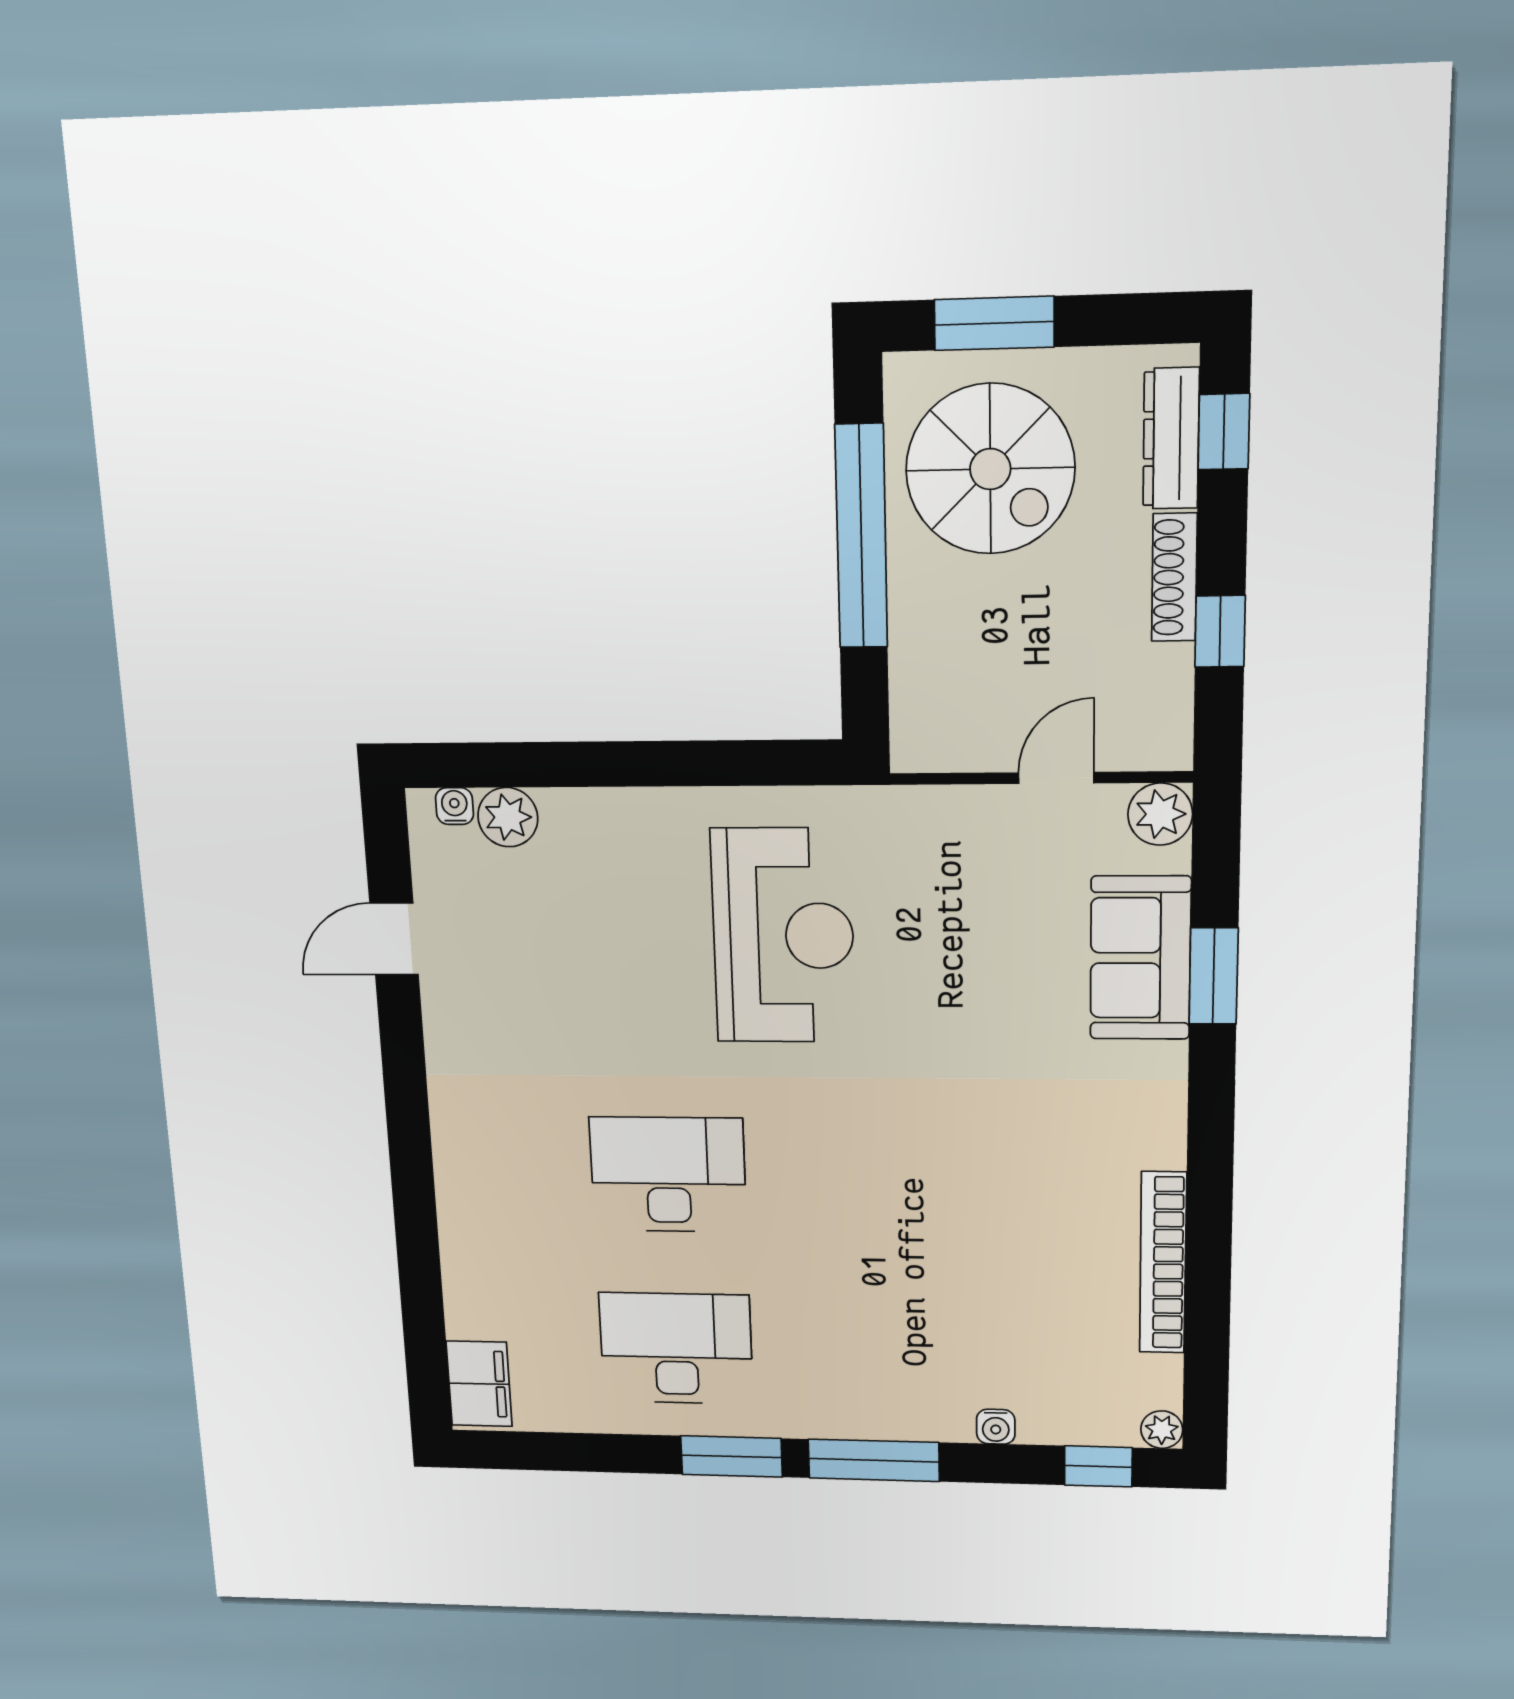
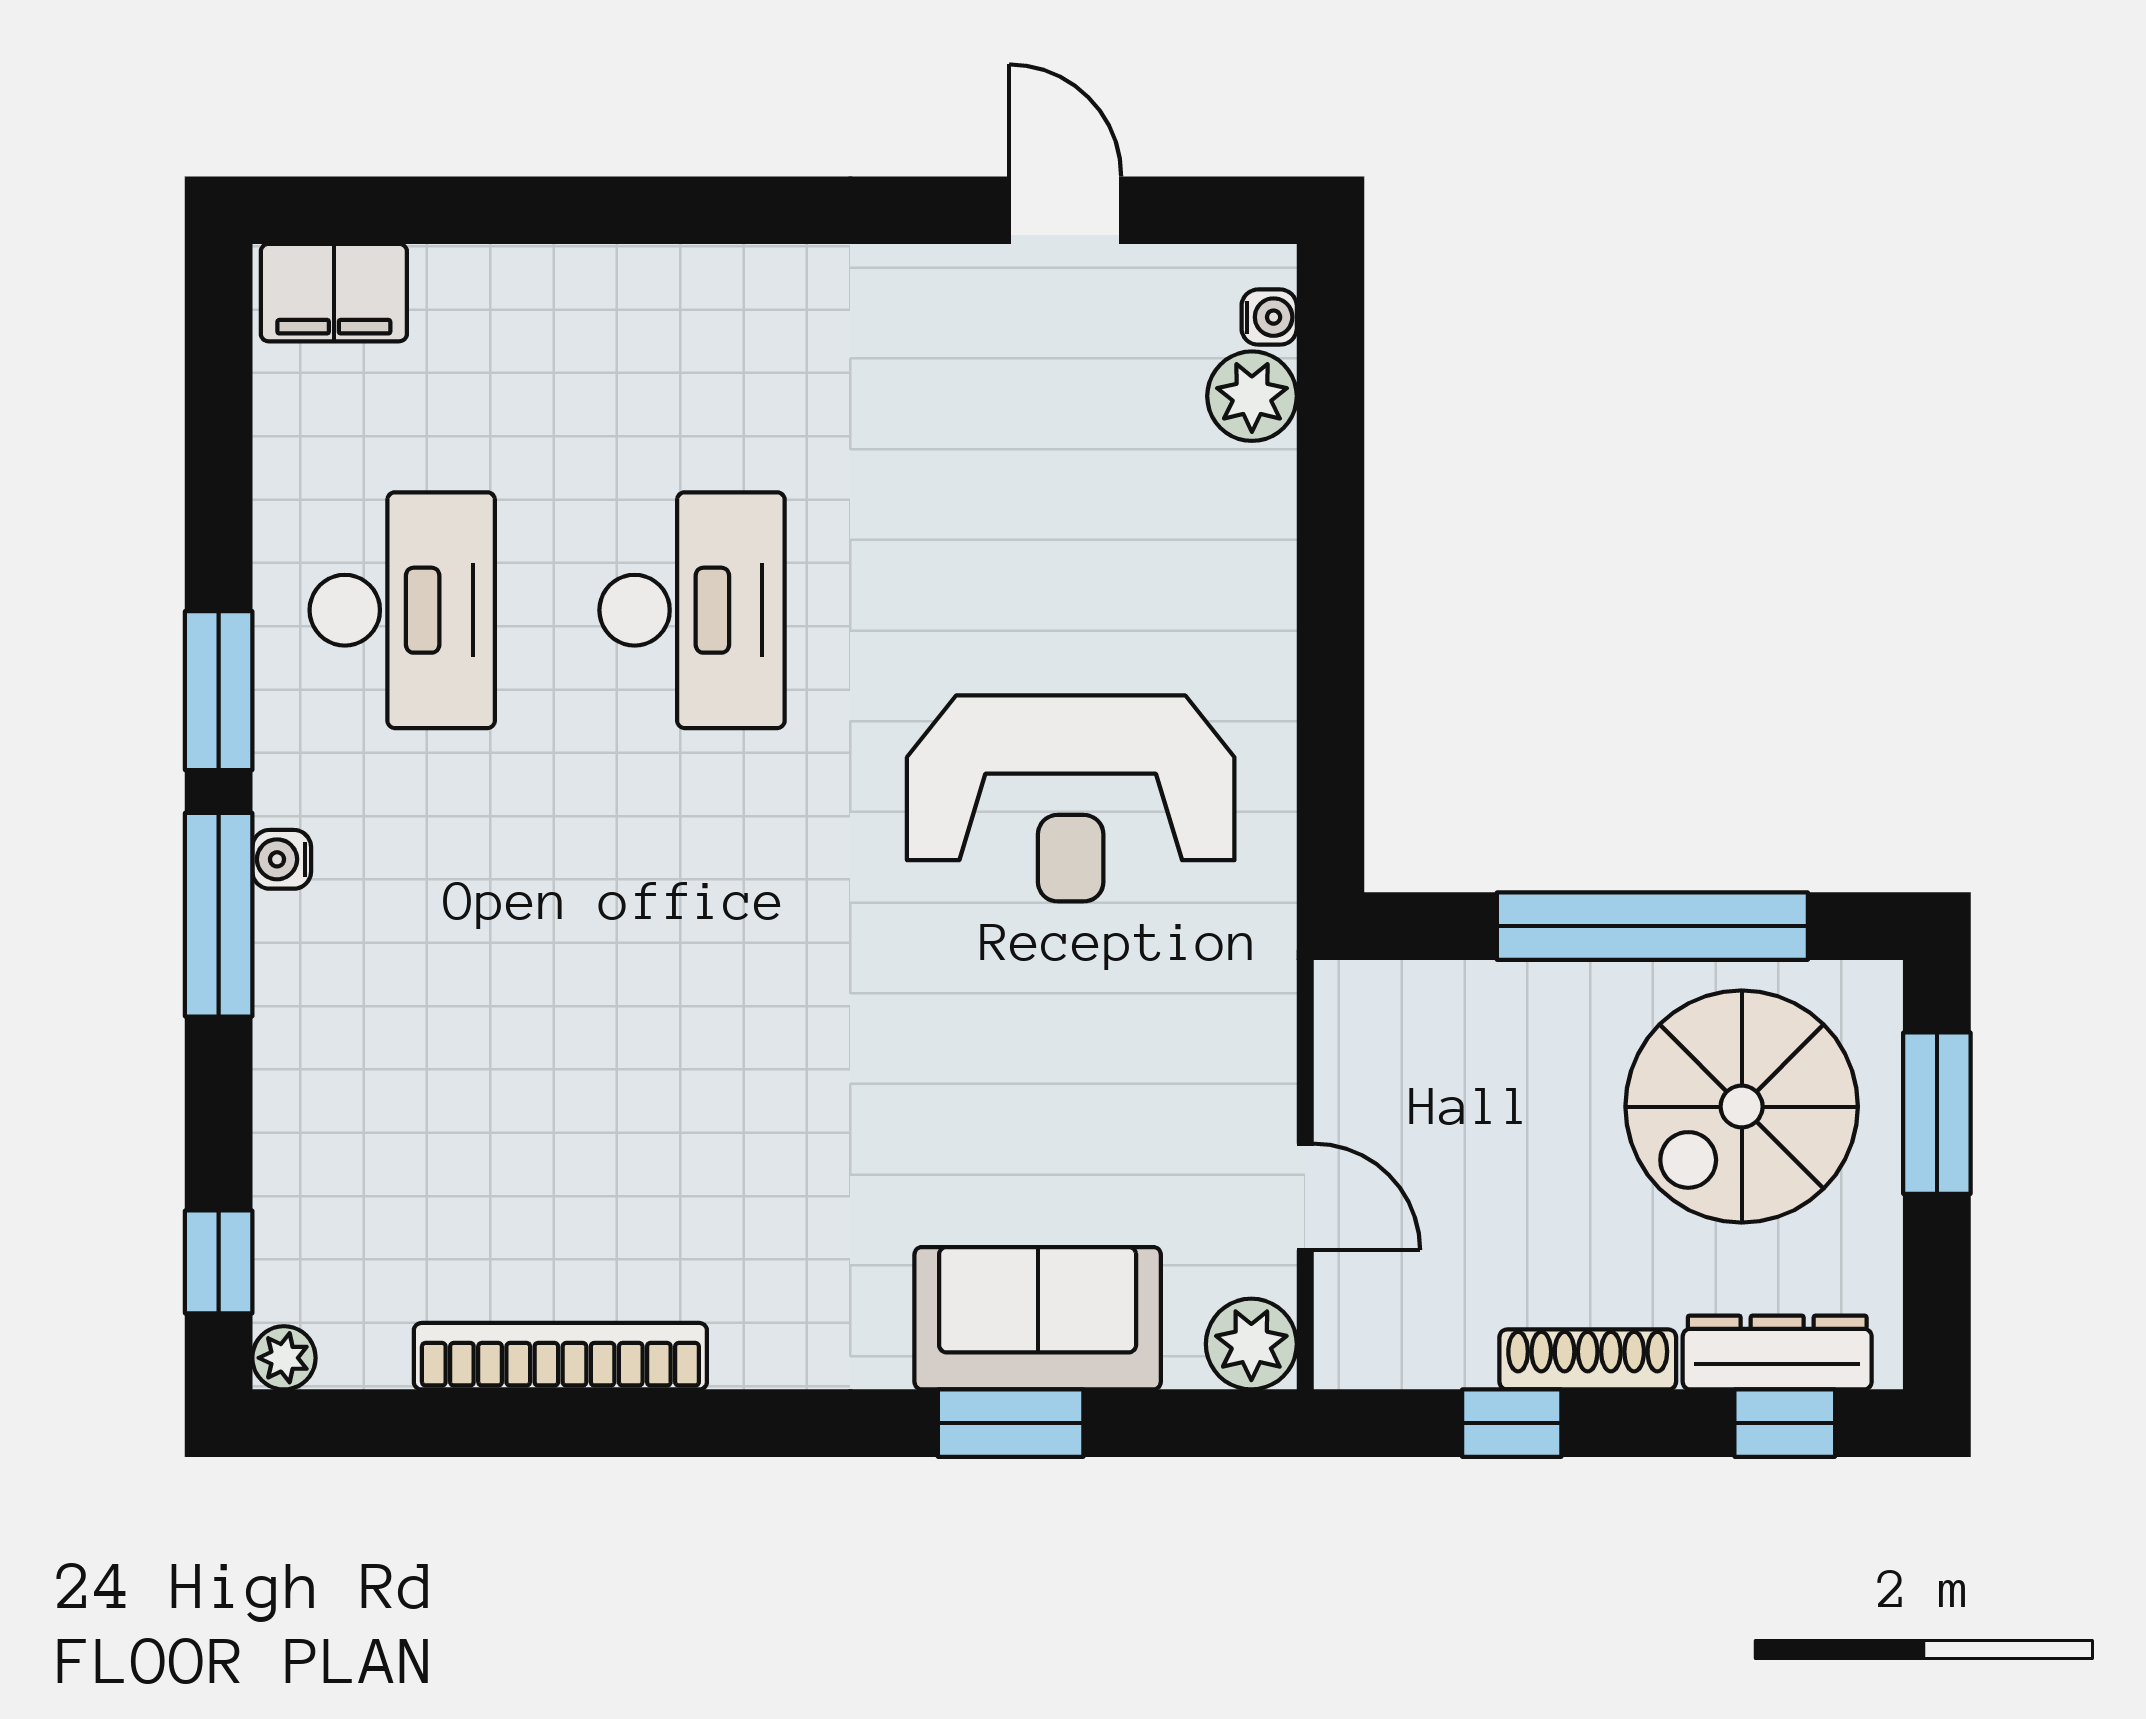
water cooler: (996, 1427) -> (282, 859), moved

